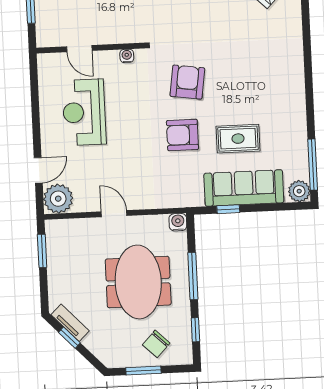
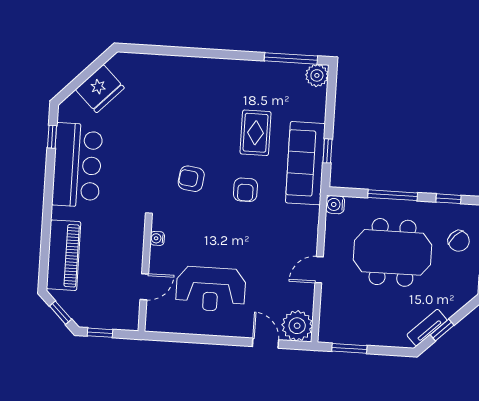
armchair: (187, 82) -> (191, 179), width x0.72, depth x0.72
armchair: (182, 135) -> (245, 190), width x0.72, depth x0.72
sofa: (244, 188) -> (305, 163), moved

